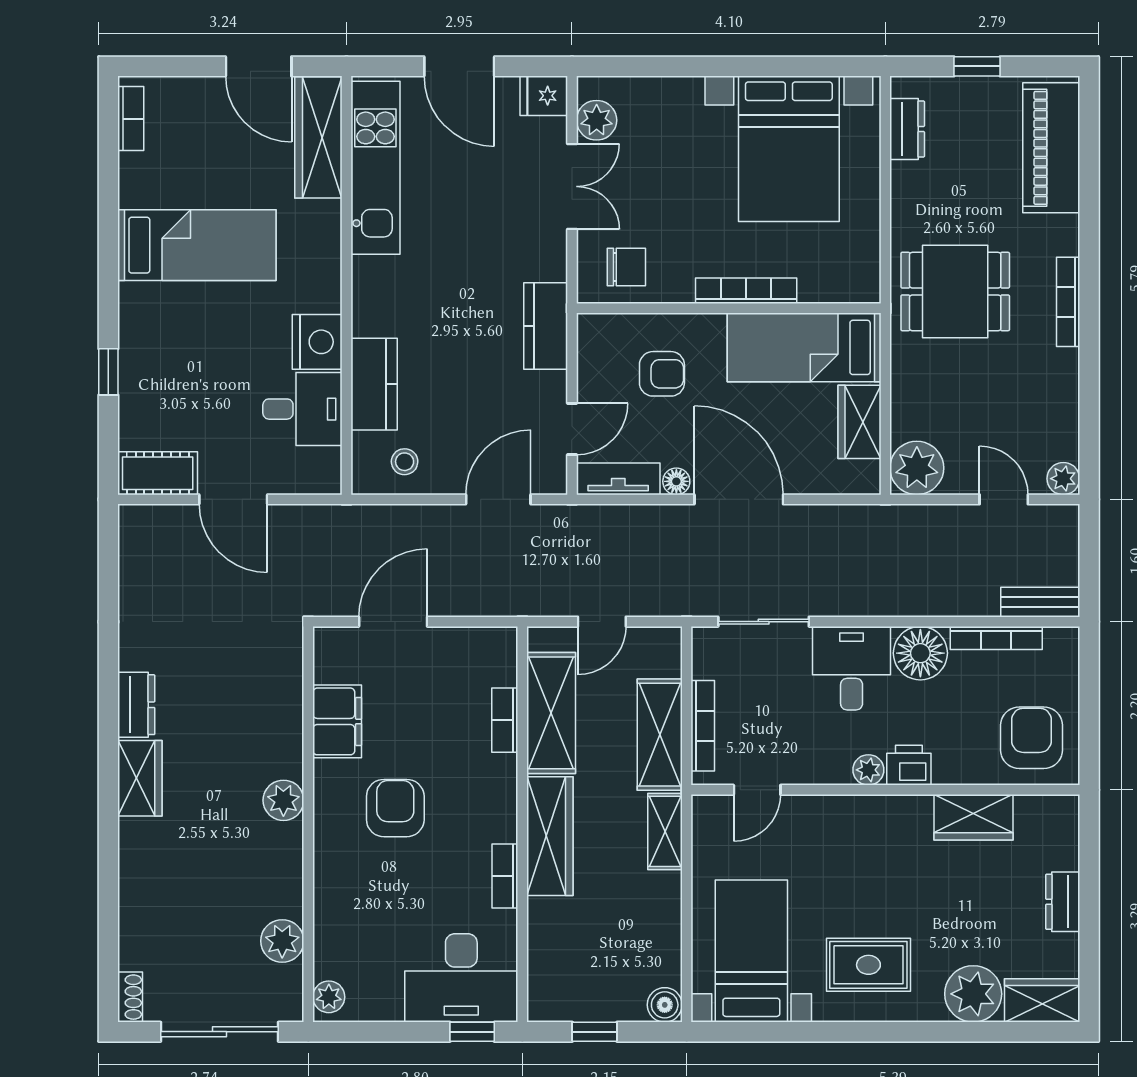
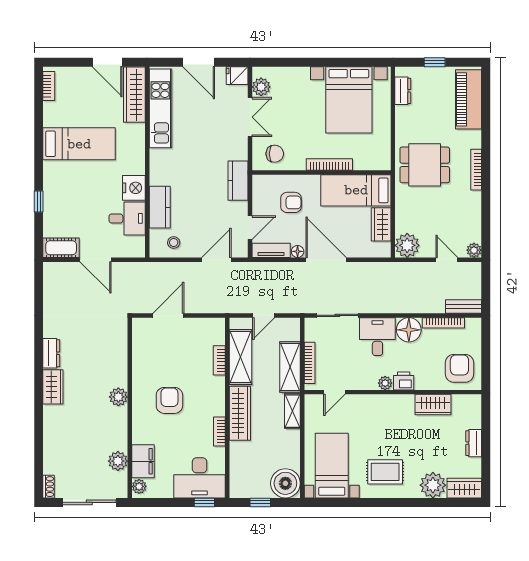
filing cabinet: (337, 721) -> (143, 461), moved
boiler: (665, 1005) -> (285, 483), width x1.86, depth x1.86

